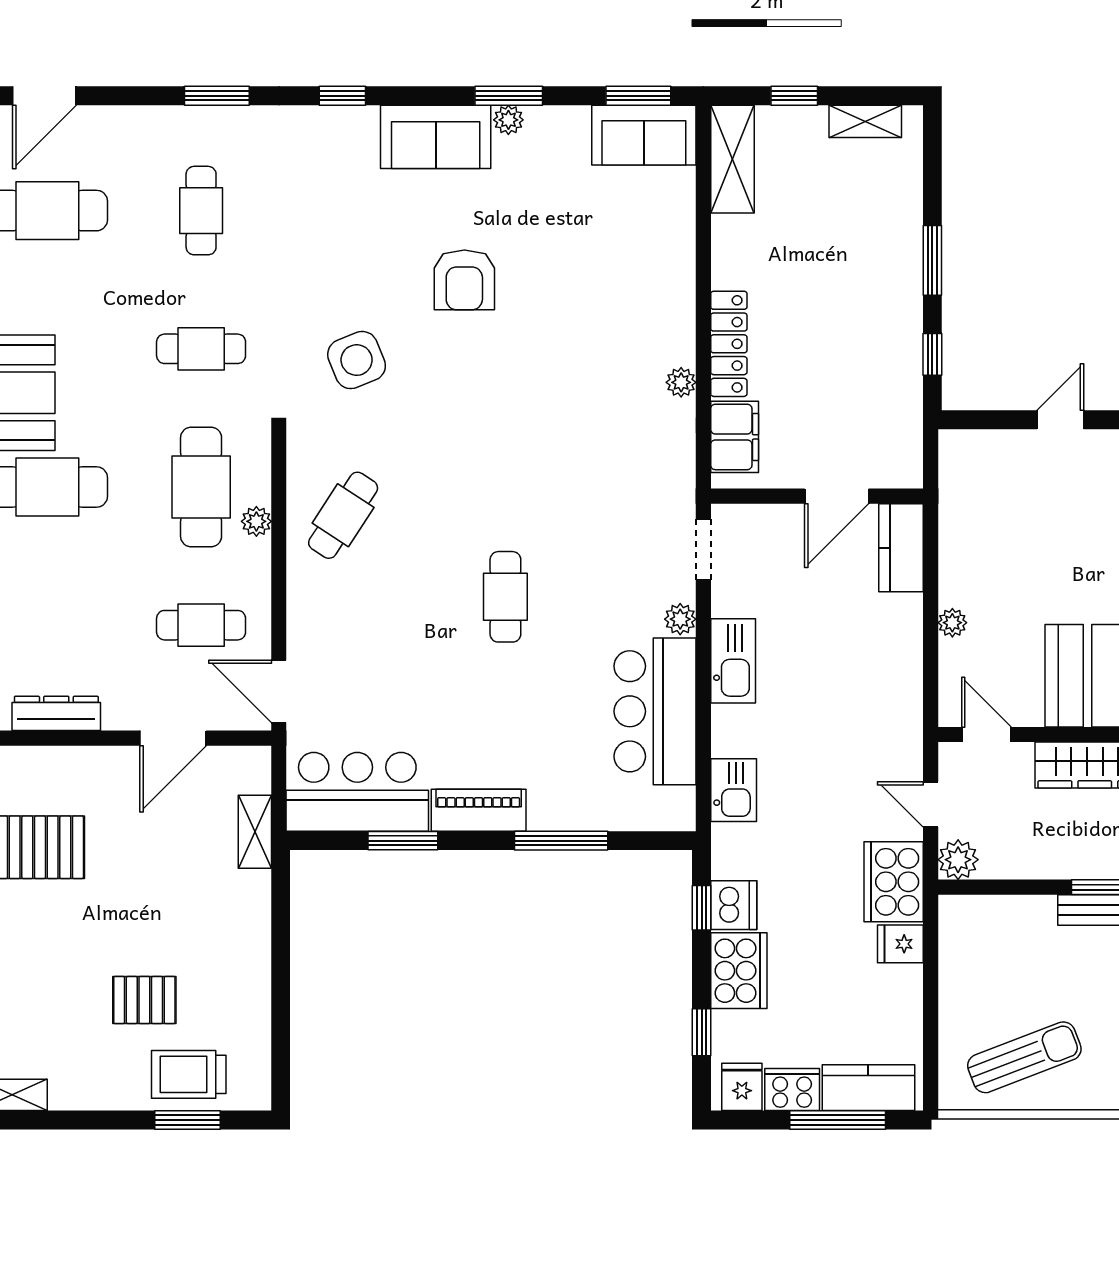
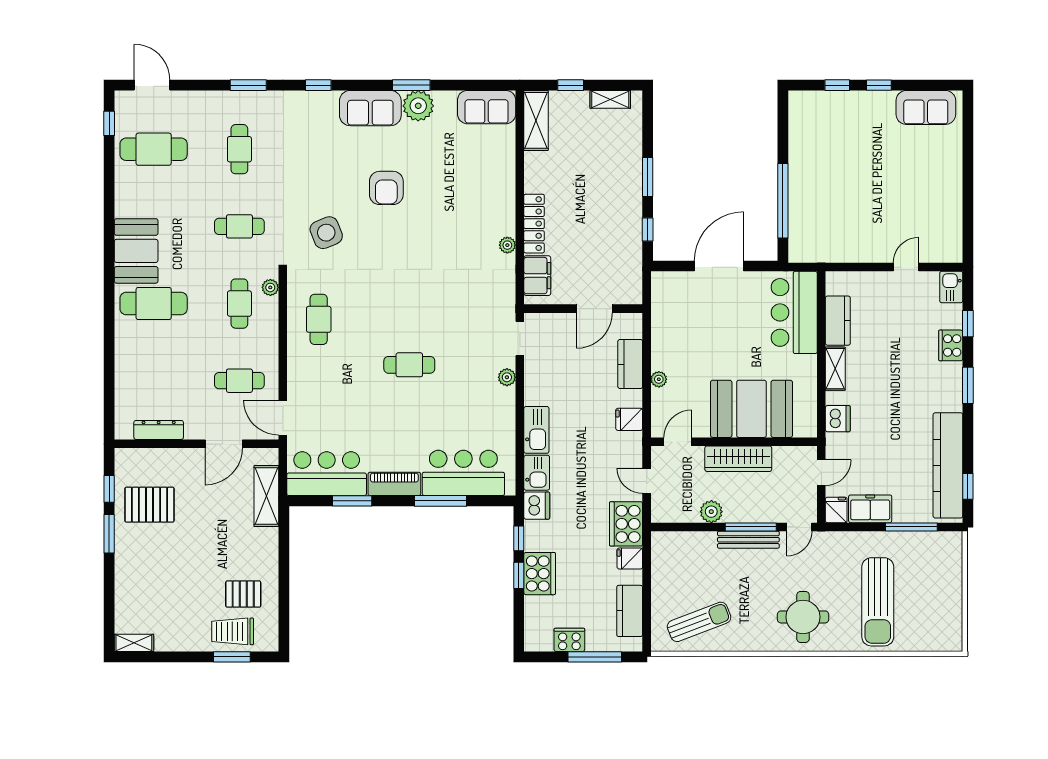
door: (44, 96) -> (152, 85), swing flipped
window: (638, 96) -> (484, 85), removed
plant: (508, 120) -> (418, 106), width x1.88, depth x1.88
door: (1060, 420) -> (719, 266), width x1.87
cafe table: (201, 487) -> (239, 304), width x0.73, depth x0.74
cafe table: (343, 515) -> (319, 319), turned -33
plant: (256, 521) -> (270, 287), moved
kitchen counter: (901, 548) -> (630, 364), moved
cafe table: (505, 597) -> (409, 365), turned 90
kitchen sink: (733, 661) -> (536, 430), moved
bar counter: (655, 711) -> (463, 473), moved, turned 90
door: (986, 734) -> (678, 442), hinge flipped
shelving: (255, 832) -> (266, 496), width x1.50, depth x1.33
plant: (958, 860) -> (711, 512), moved
dishwasher: (734, 905) -> (537, 506), moved
pallet: (144, 1000) -> (243, 594), moved
window: (702, 1032) -> (519, 575), moved
fridge: (742, 1087) -> (629, 419), moved, turned -90
kitchen counter: (868, 1088) -> (630, 611), moved, turned -90

